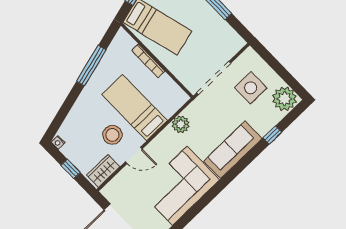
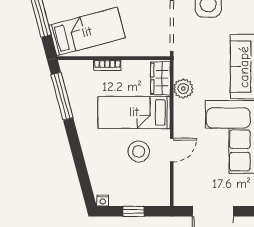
bookcase: (148, 61) -> (107, 65), width x0.64
window: (91, 66) -> (62, 96), moved
wardrobe: (103, 171) -> (160, 78), moved

